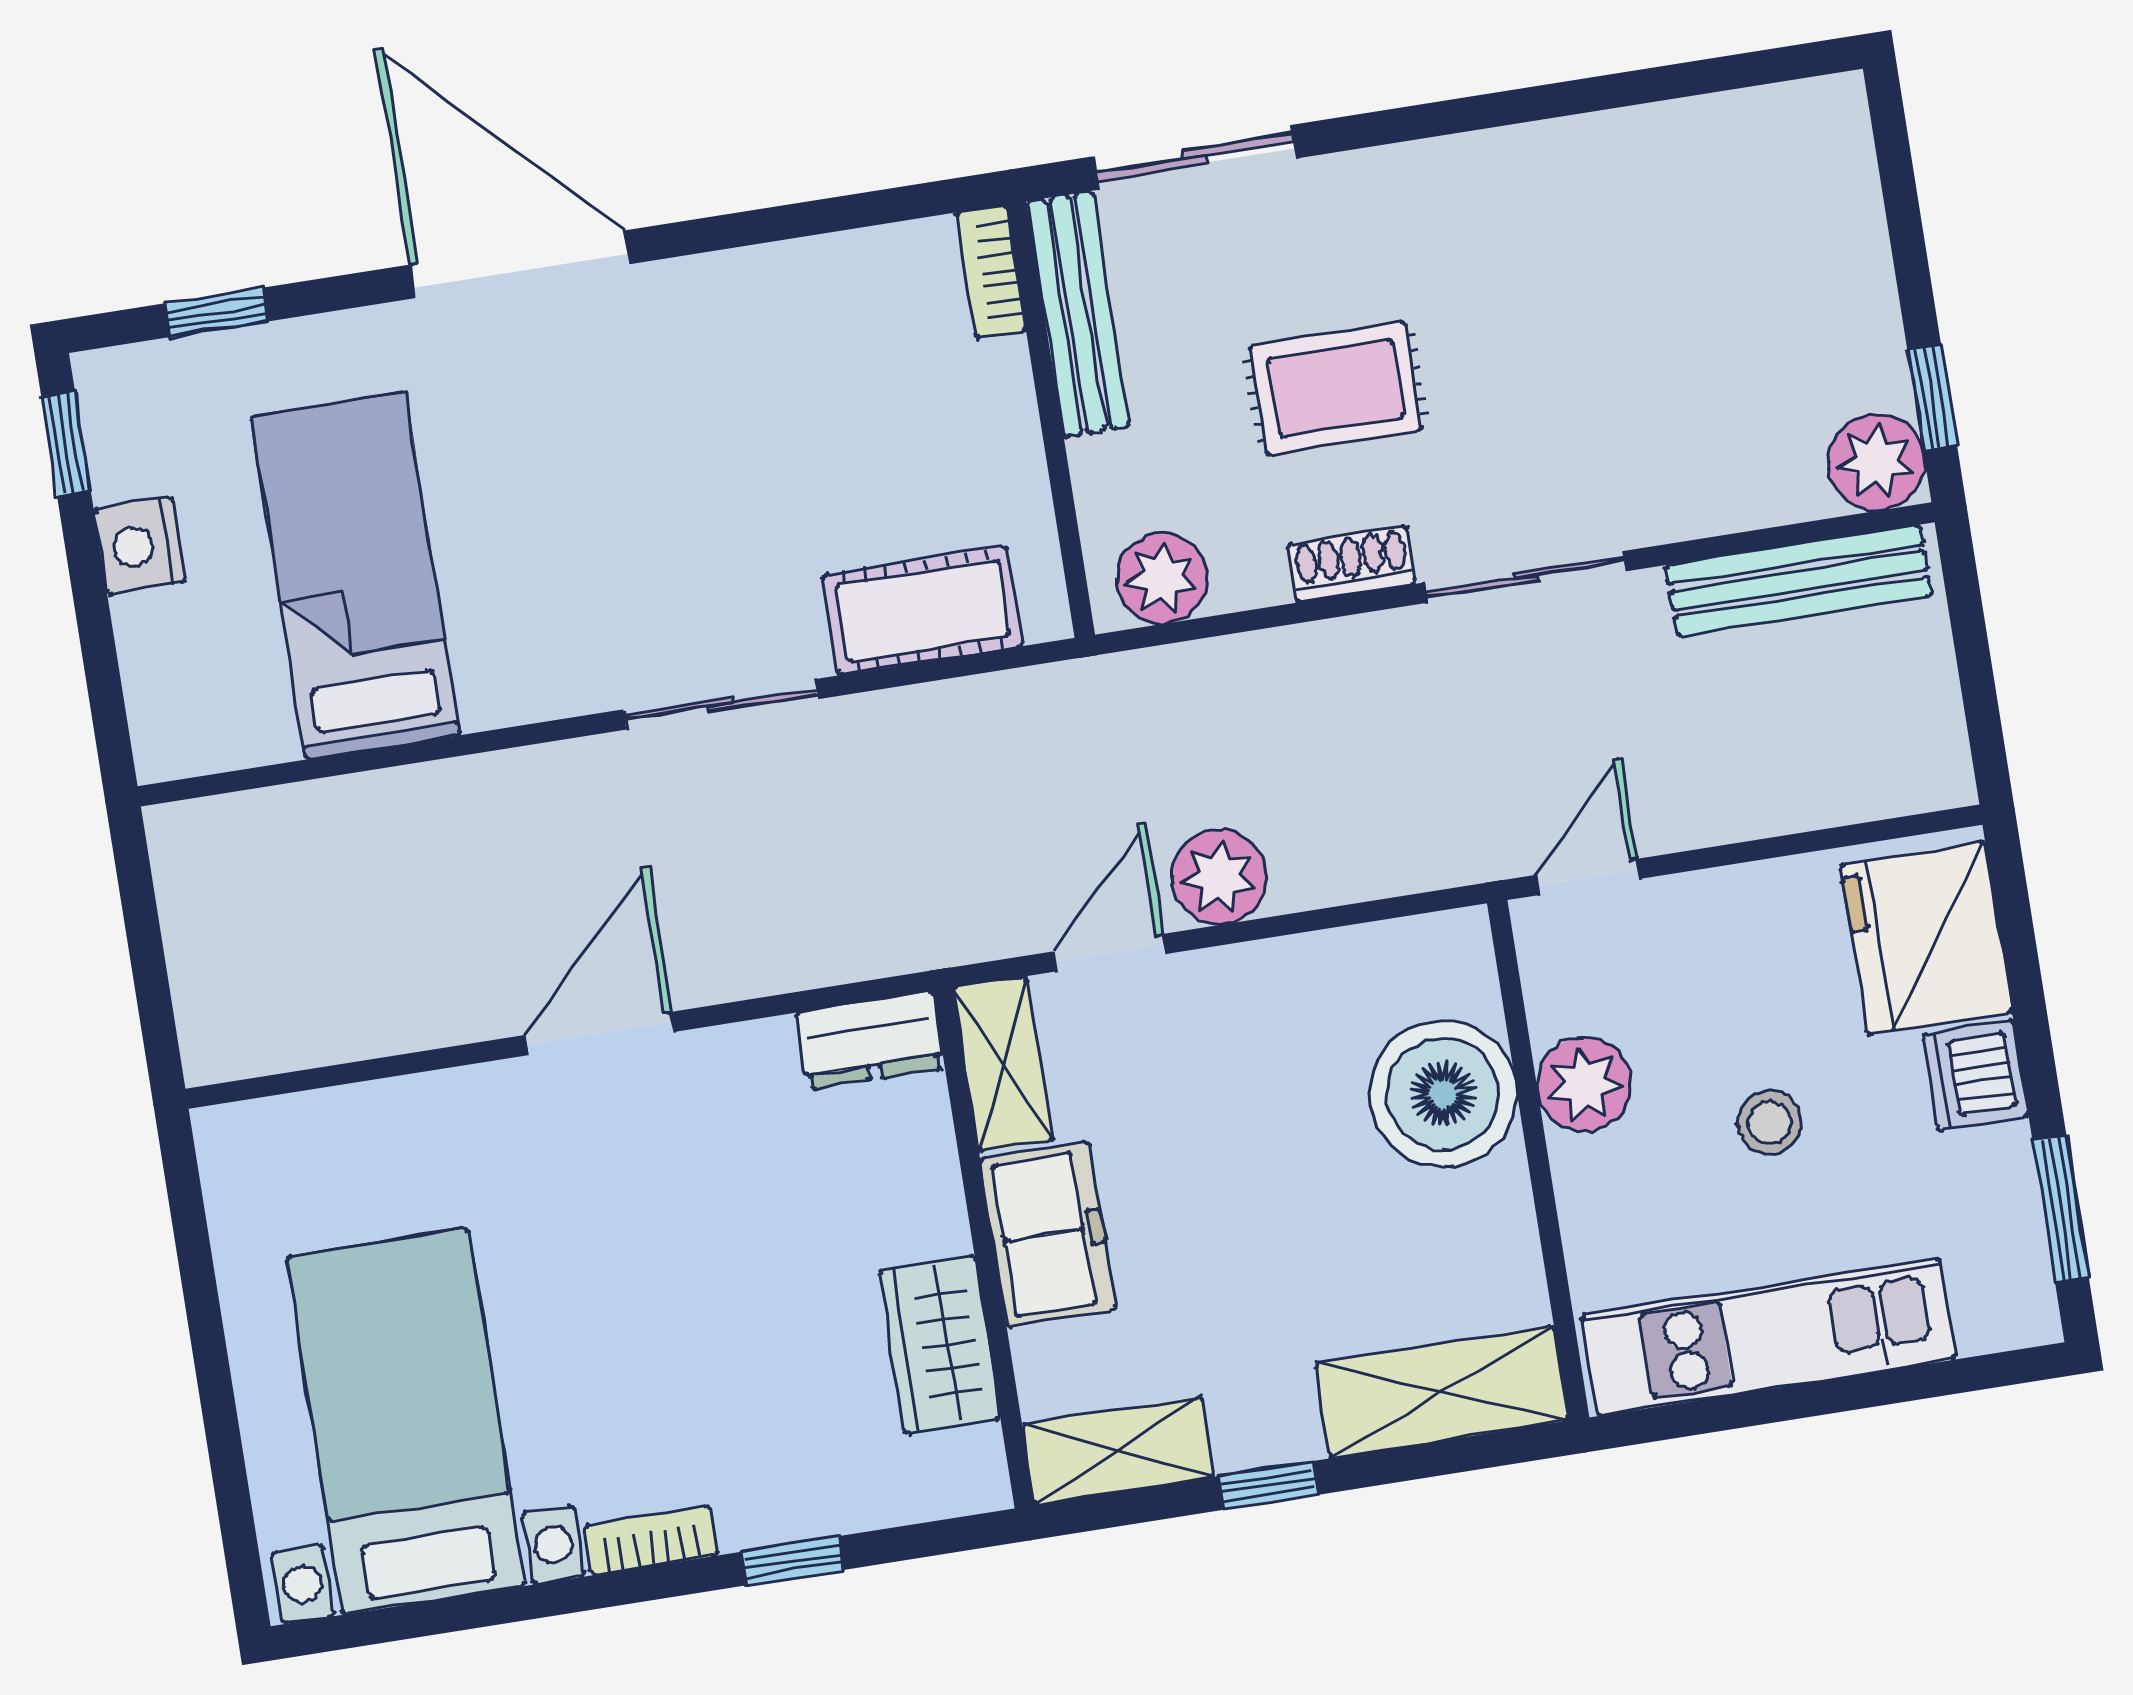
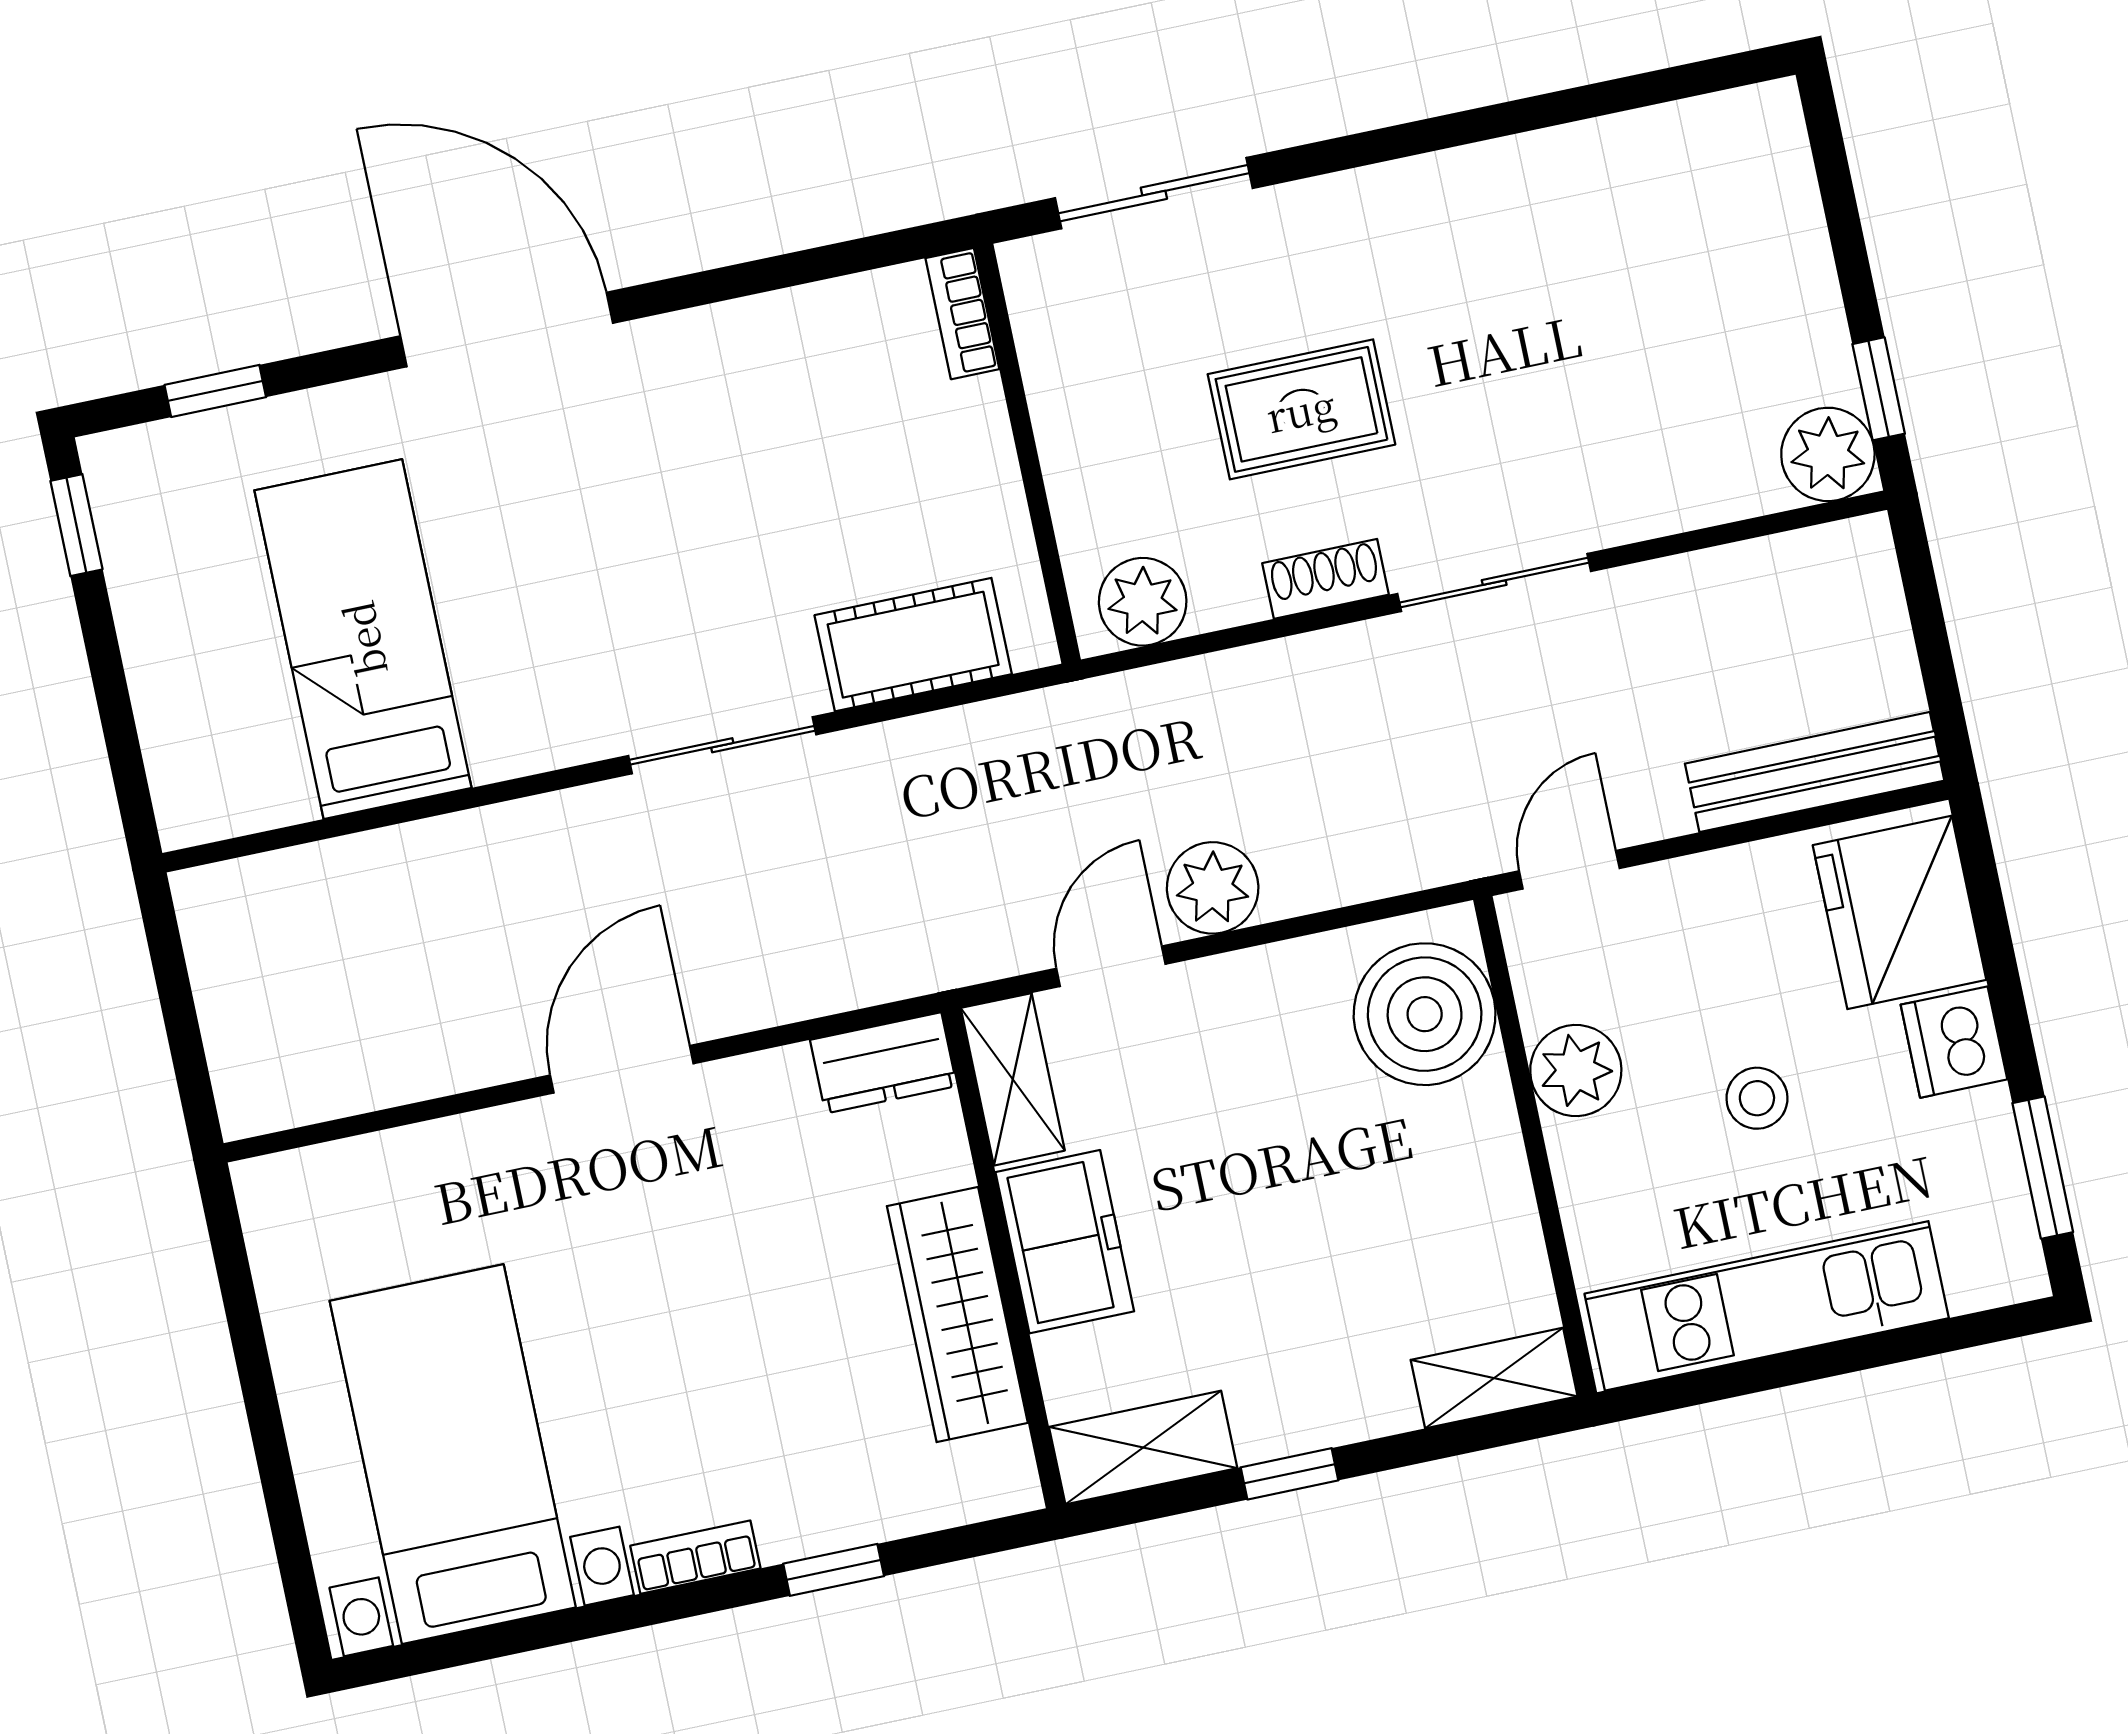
bench: (1078, 314) -> (1049, 350), removed
nightstand: (140, 546) -> (153, 620), removed
bench: (1799, 581) -> (1815, 772), moved
boiler: (1443, 1094) -> (1425, 1014), moved
wardrobe: (940, 1345) -> (957, 1315), width x1.50
shelving: (1442, 1392) -> (1494, 1378), width x0.67, depth x0.75

